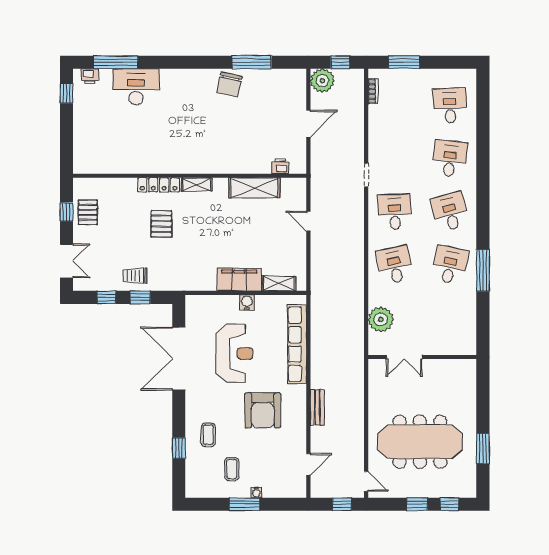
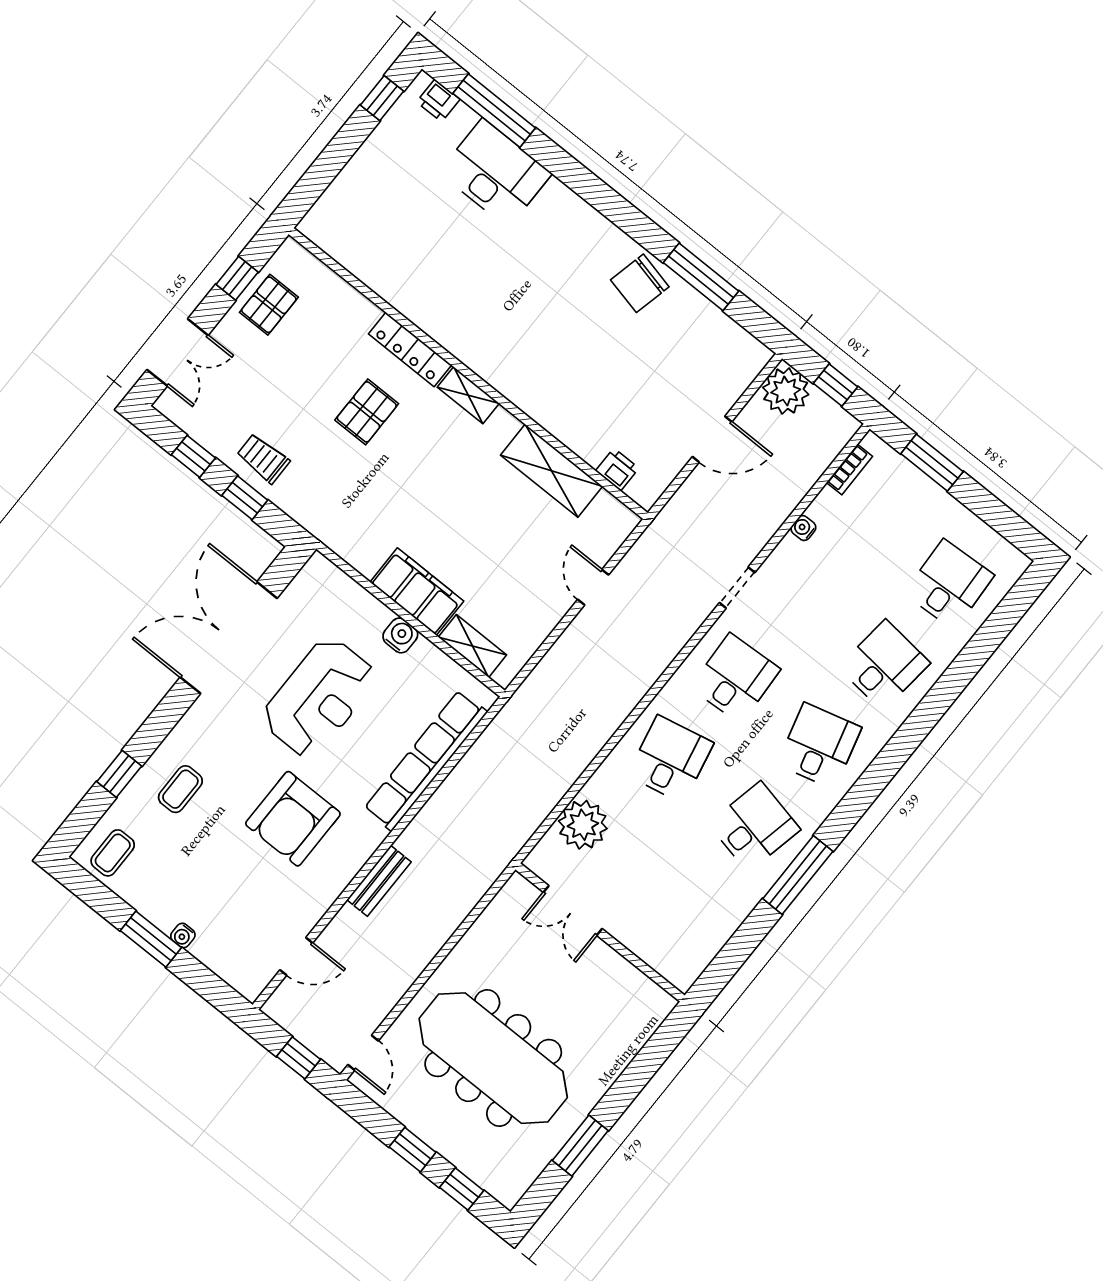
water cooler: (374, 130) -> (803, 528), added
coffee table: (232, 469) -> (113, 853), moved

